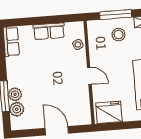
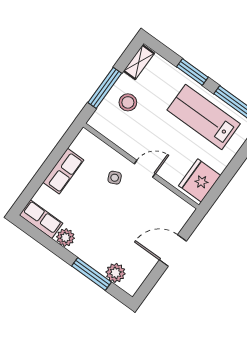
side table: (78, 45) -> (115, 178), moved
plant: (15, 94) -> (65, 237), moved

